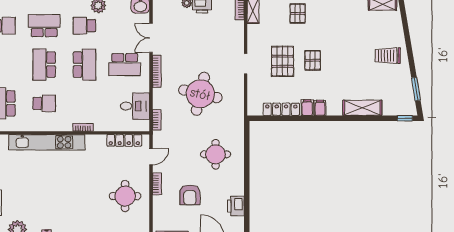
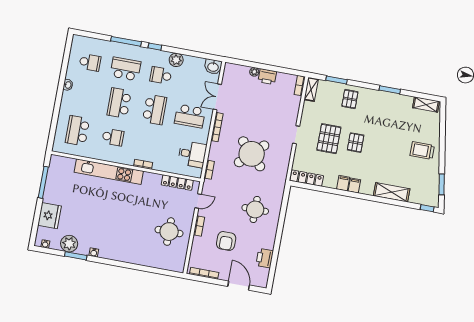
round table: (200, 94) -> (252, 154), turned 33
locker: (281, 109) -> (307, 178), moved

